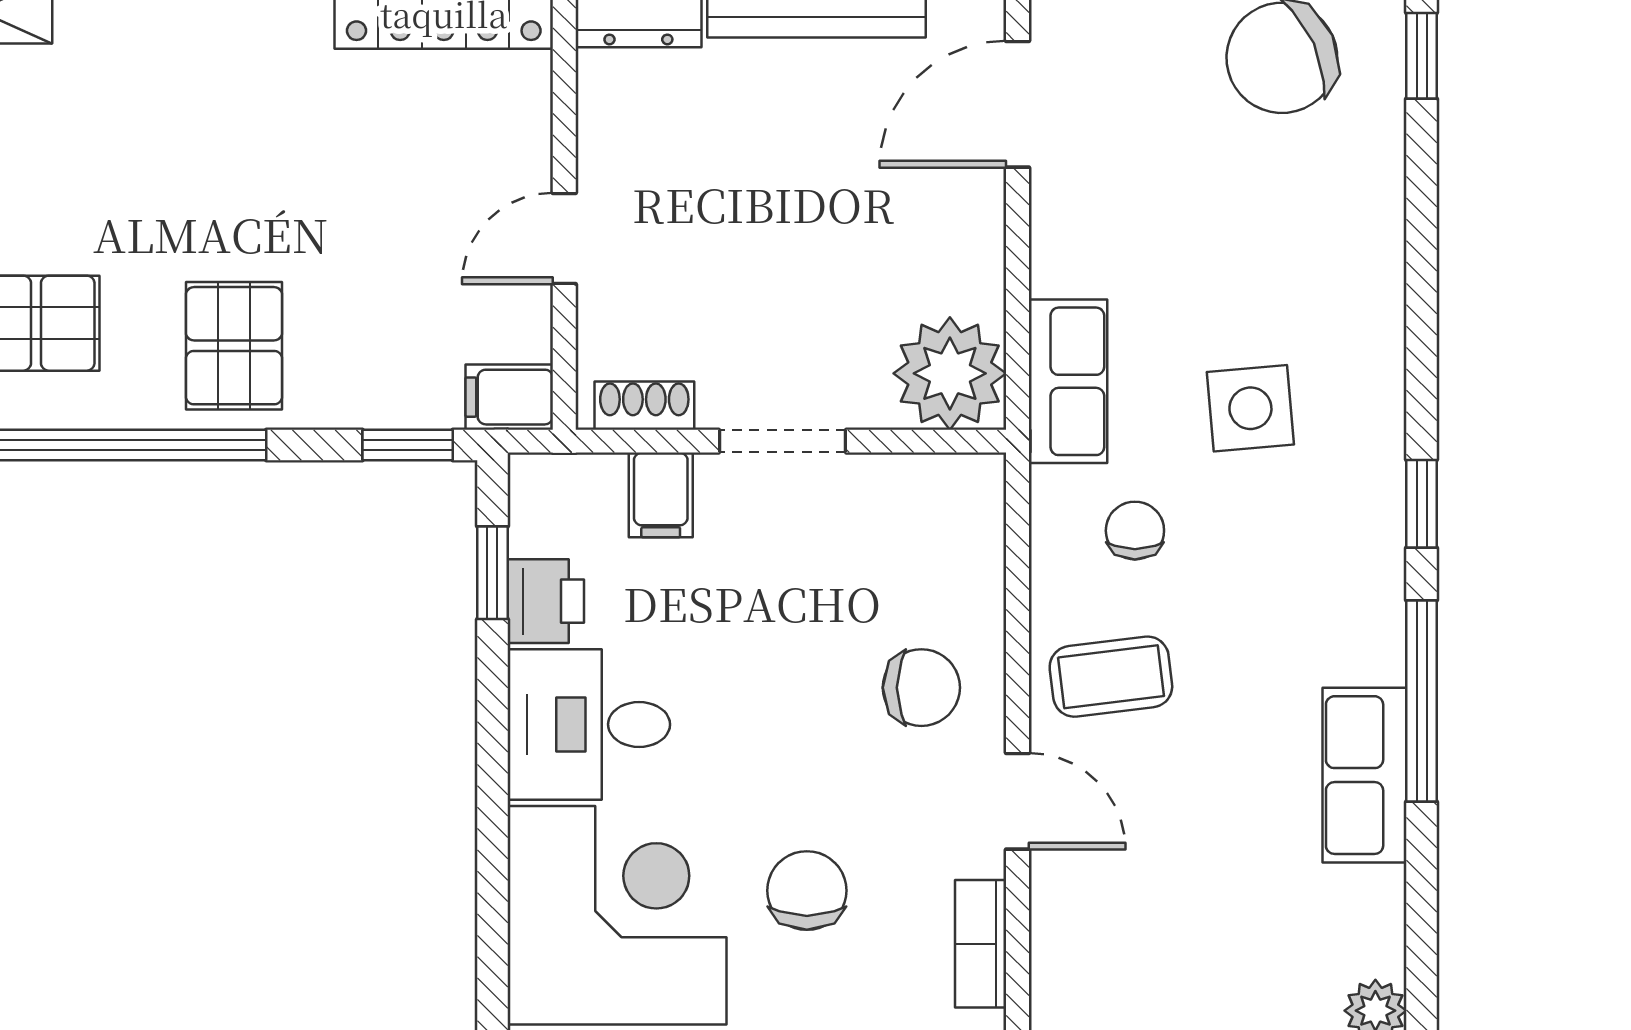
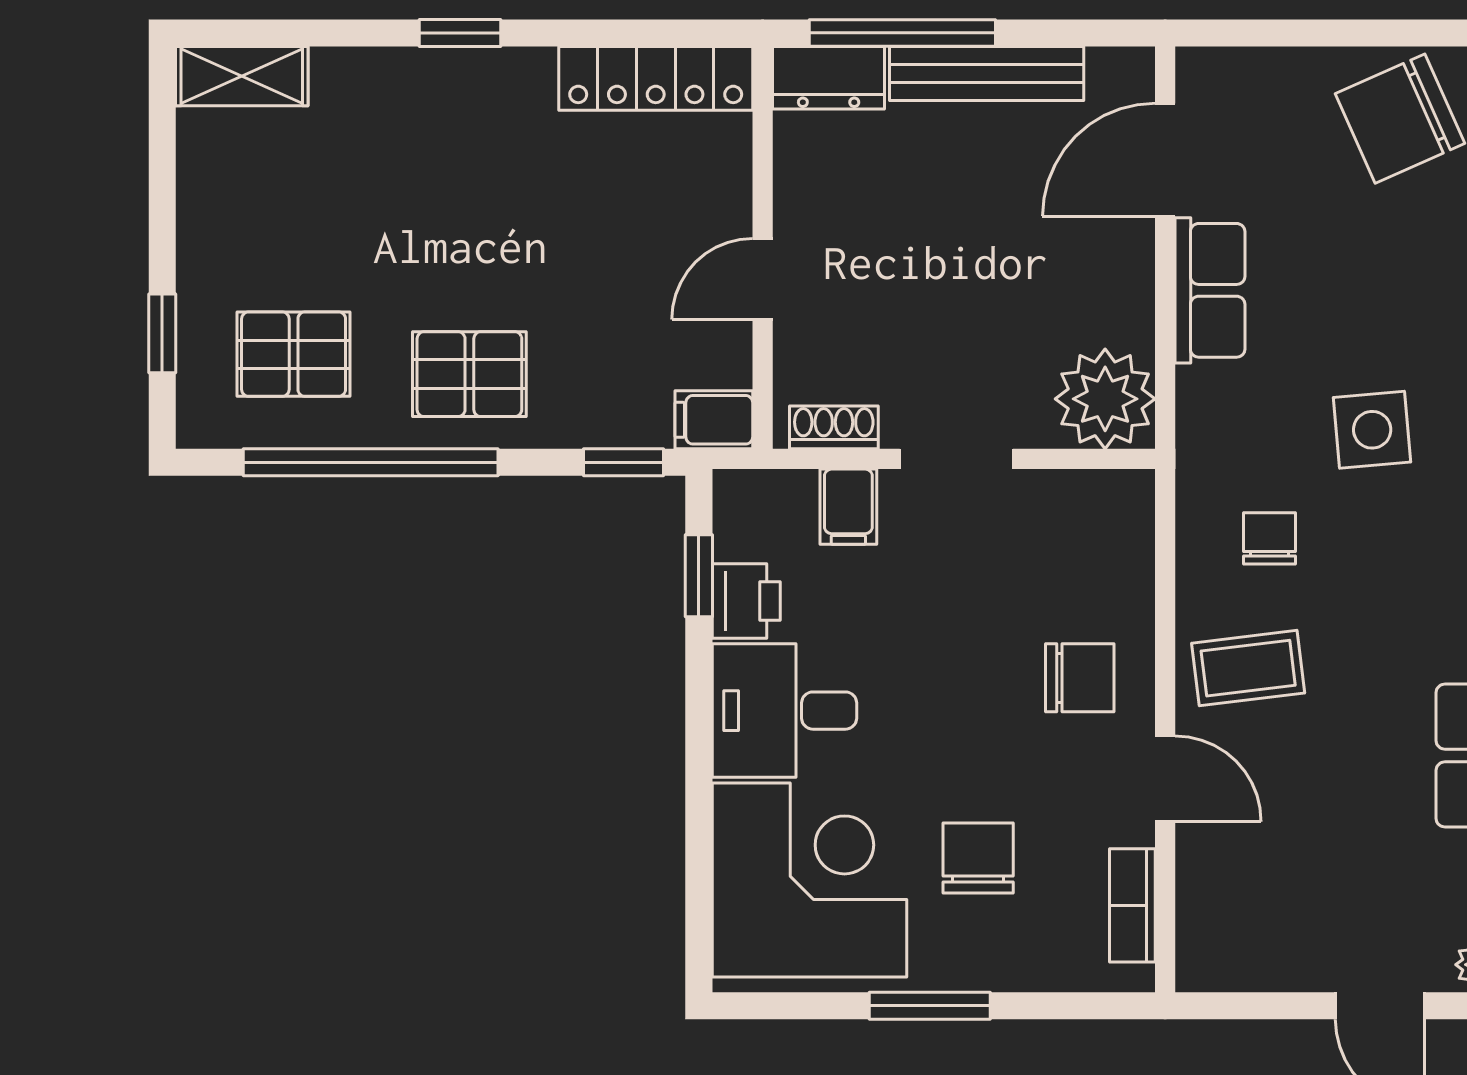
pallet: (234, 346) -> (469, 374), turned 90
row of seats: (1068, 381) -> (1210, 290), moved

